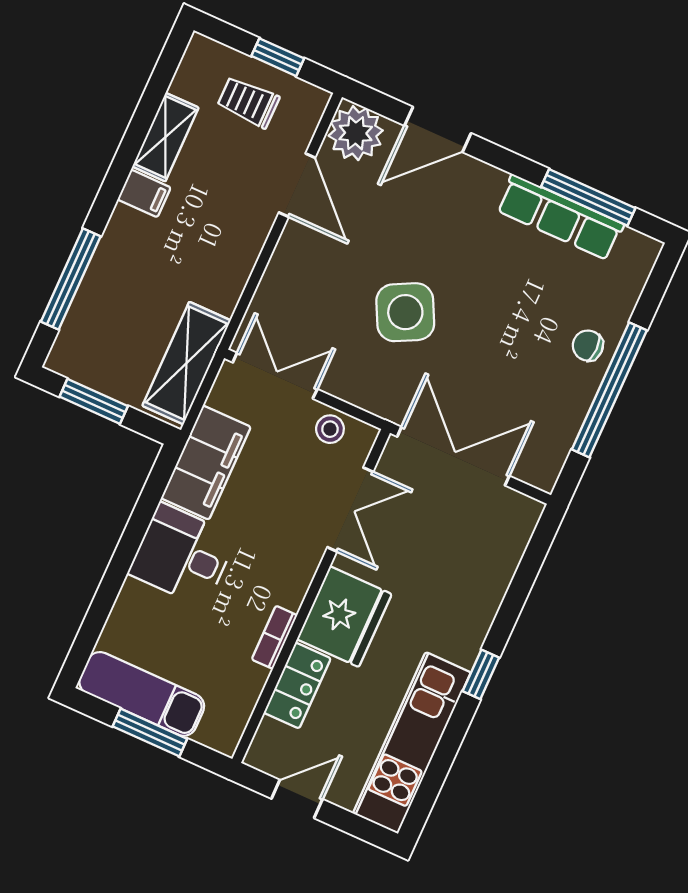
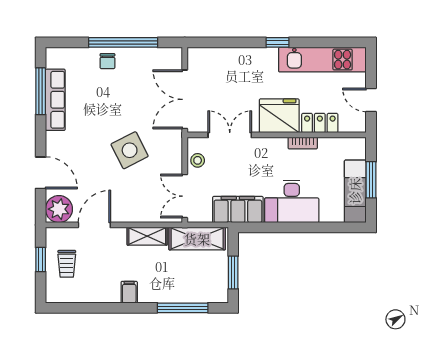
shelving: (165, 137) -> (147, 236), moved
desk: (182, 555) -> (292, 201), width x1.37

